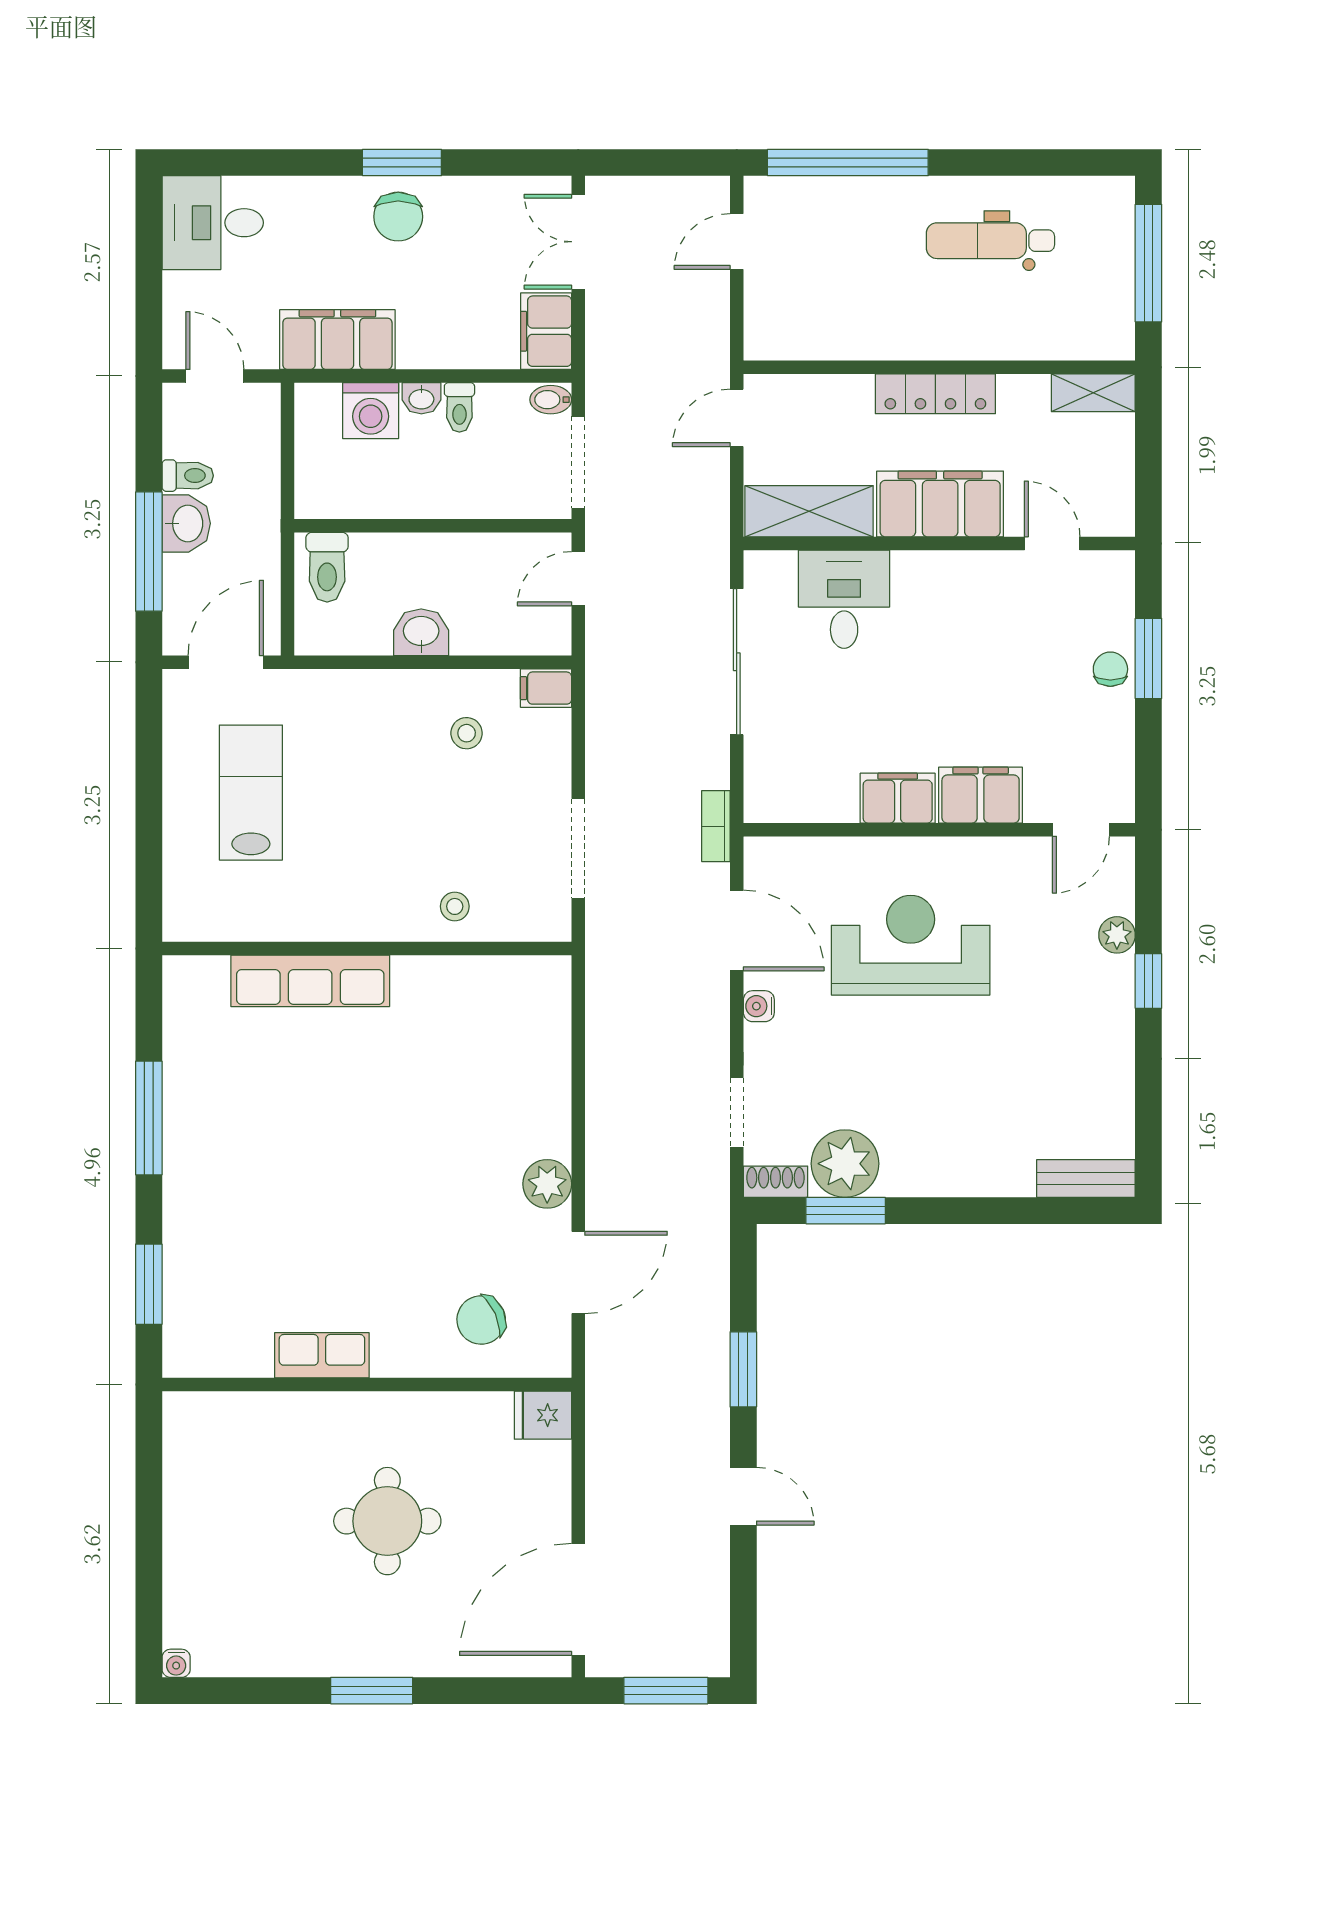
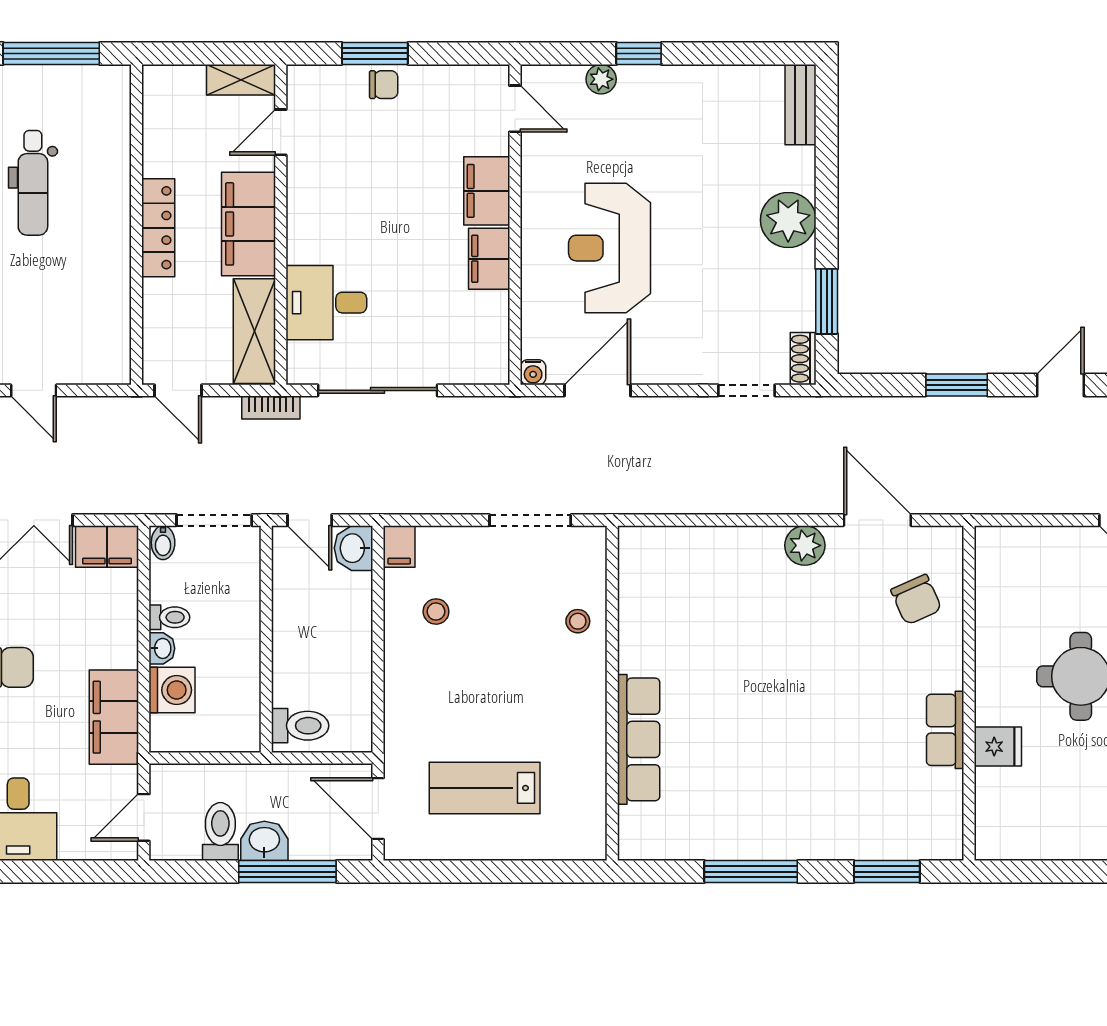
shelving: (1093, 393) -> (241, 80), moved, turned 90
toilet: (188, 476) -> (220, 832), width x1.37, depth x1.39
washbasin: (421, 632) -> (353, 548), moved
chair: (1110, 669) -> (384, 85), turned 180
bookcase: (716, 826) -> (271, 407), moved
water cooler: (759, 1006) -> (533, 372), moved
plant: (845, 1164) -> (788, 220), moved
fridge: (543, 1415) -> (998, 747), moved, turned -90

